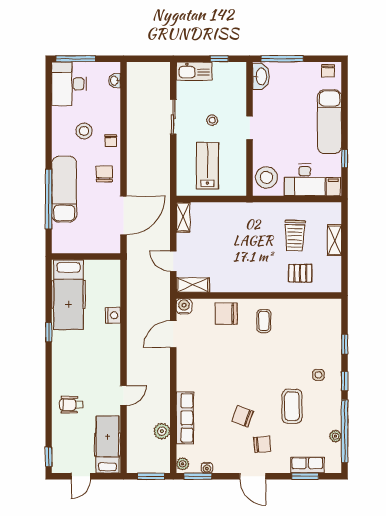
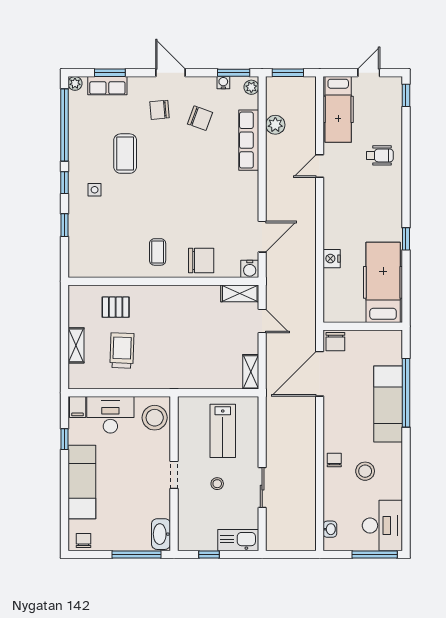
chair: (104, 174) -> (335, 342), moved
chair: (243, 416) -> (200, 118), moved
plant: (335, 436) -> (75, 83), moved

